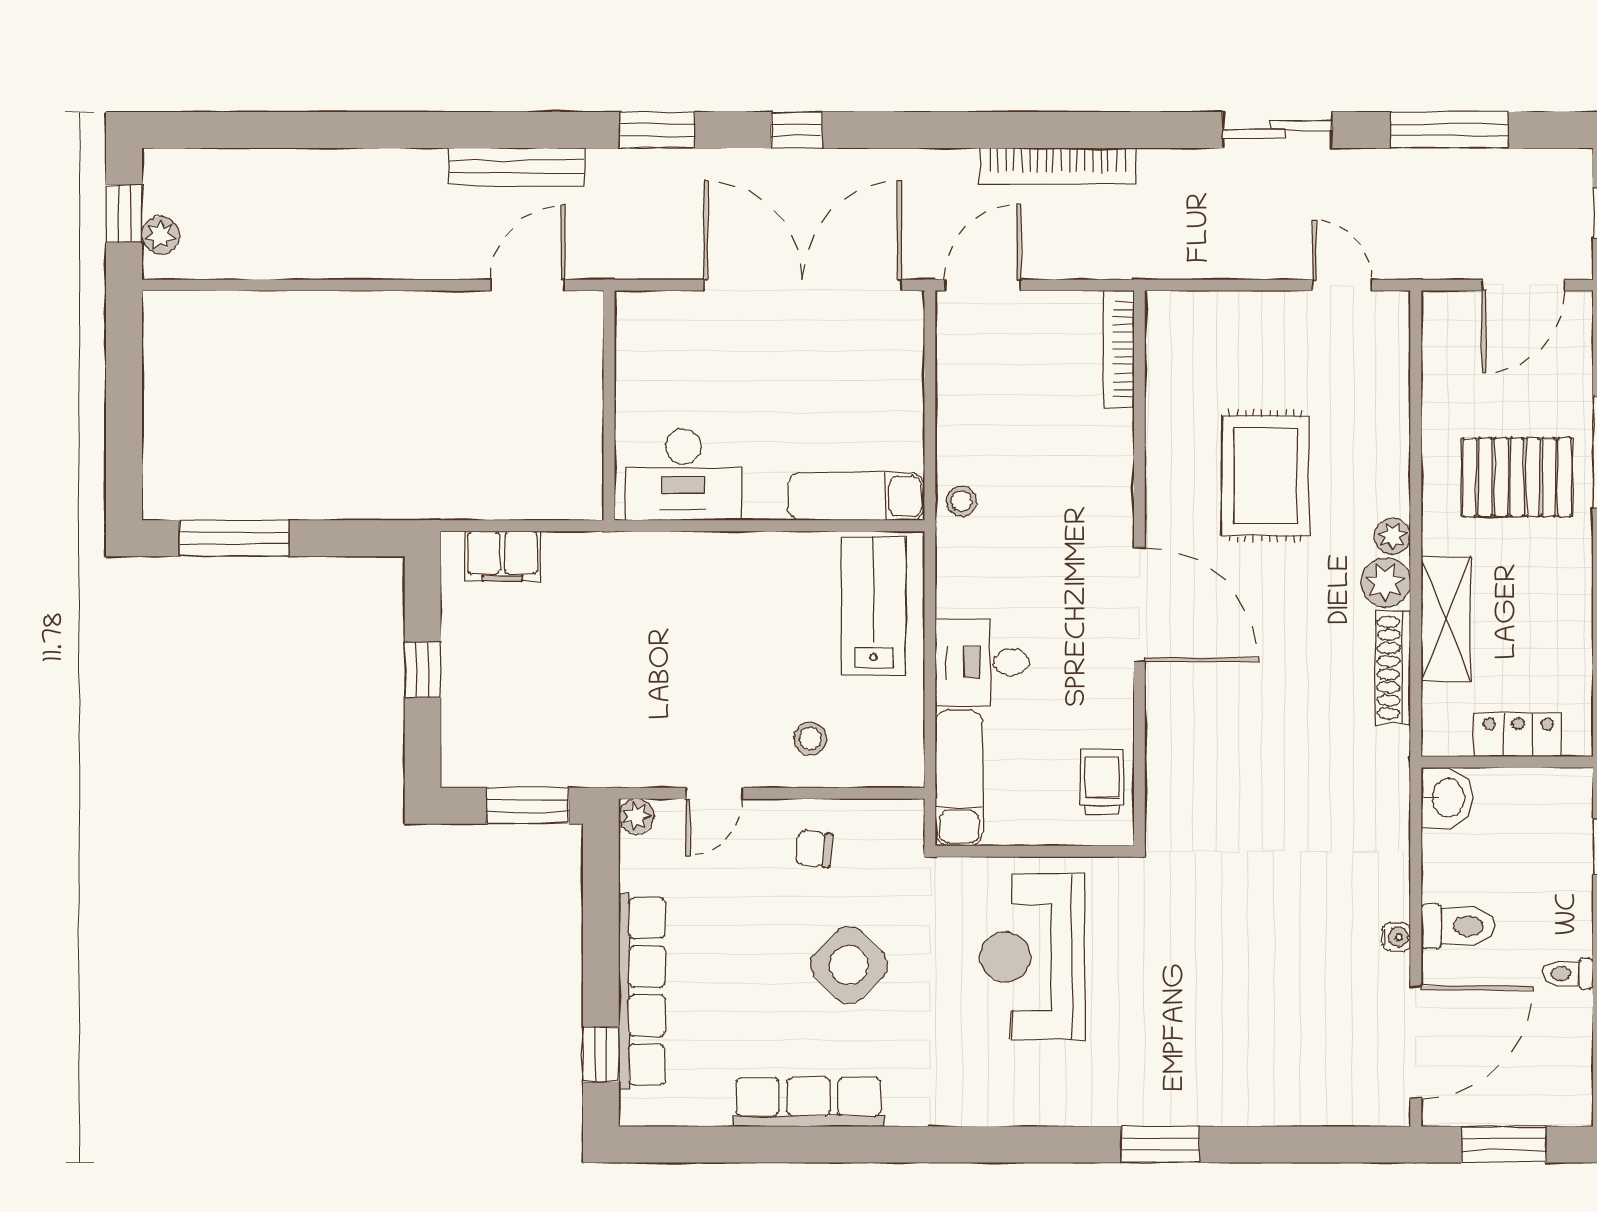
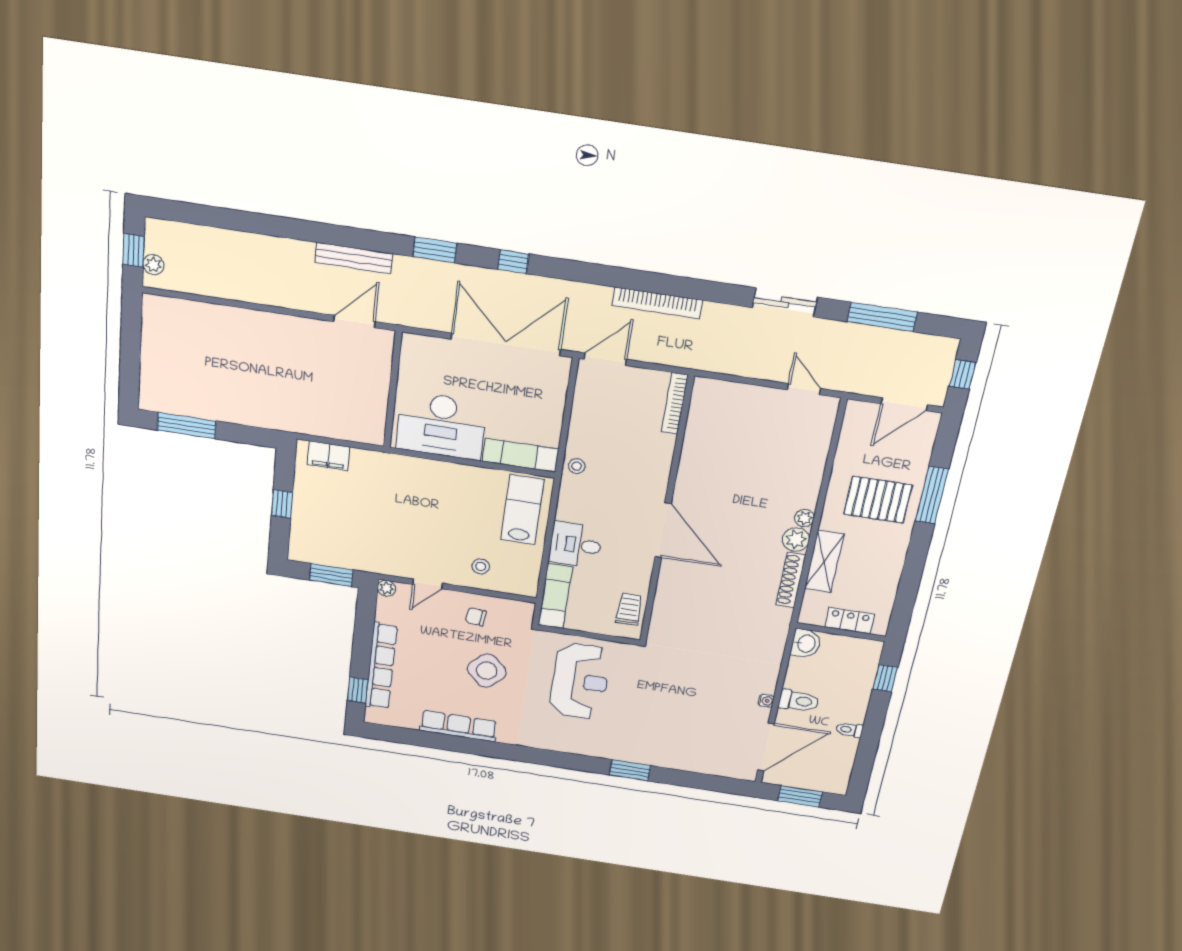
desk: (683, 475) -> (441, 426), width x1.36, depth x1.30
rug: (1265, 476) -> (742, 478), removed
reception desk: (1032, 957) -> (580, 681), turned 180

